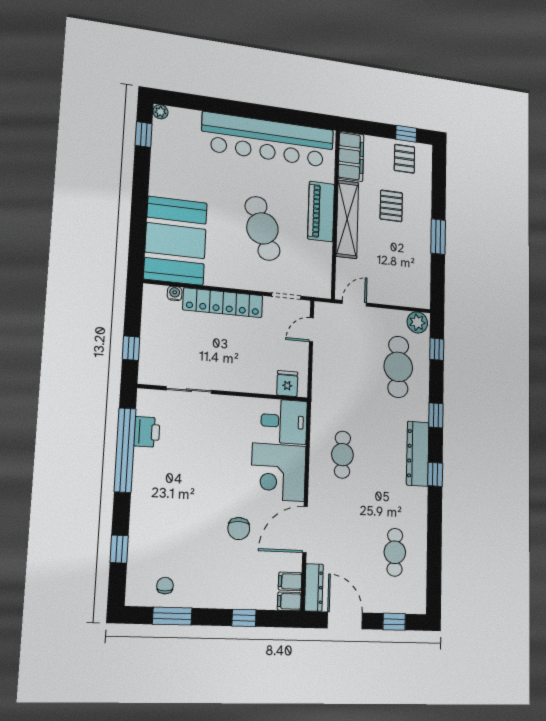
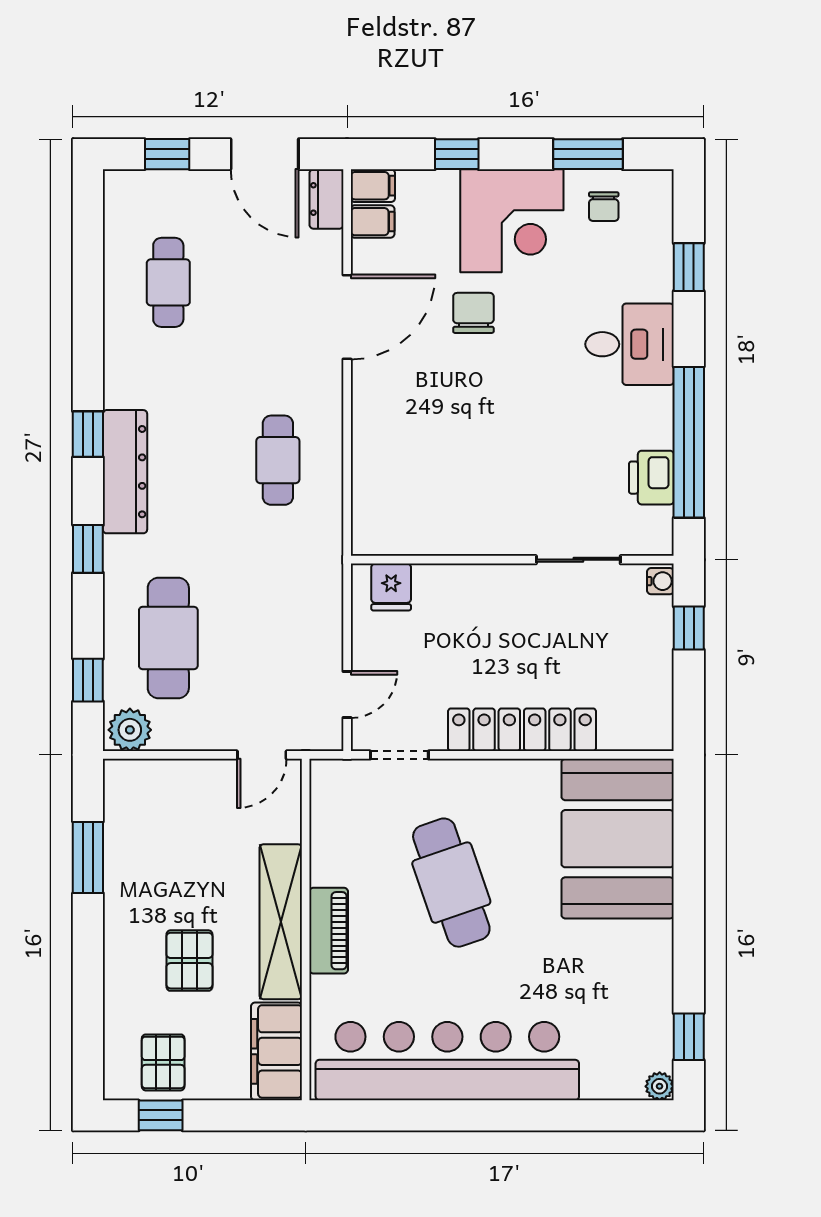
piano: (321, 212) -> (329, 931), width x0.73, depth x0.75
window: (438, 237) -> (88, 857), moved
water cooler: (175, 293) -> (660, 581), moved, turned -90
desk: (284, 421) -> (630, 344), moved, turned 180
corner desk: (278, 472) -> (512, 221), moved, turned 90
dresser: (314, 587) -> (326, 199), width x0.70

